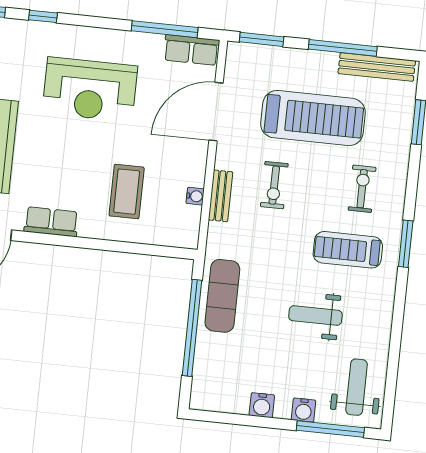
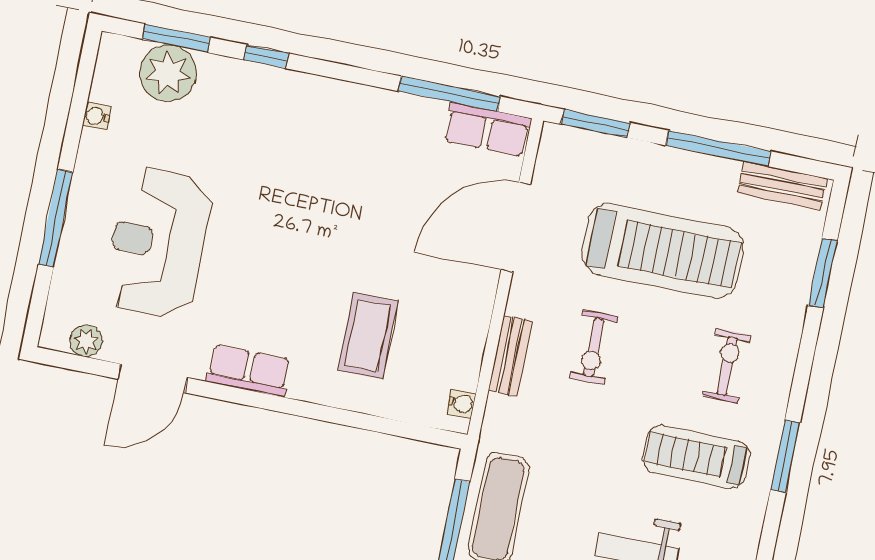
bench: (377, 67) -> (782, 186), width x0.73
reception desk: (90, 90) -> (327, 175), removed
water cooler: (195, 196) -> (461, 404), moved

